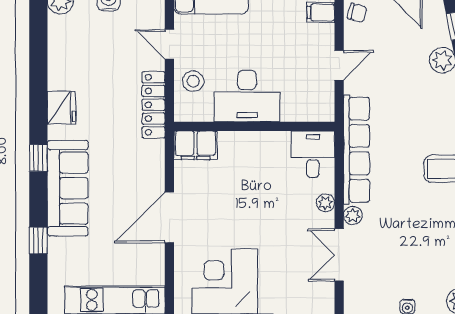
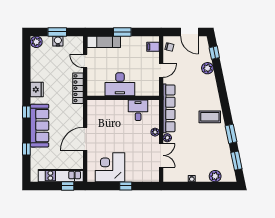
stool: (193, 81) -> (96, 78), removed
filing cabinet: (196, 145) -> (97, 106), removed
desk: (313, 154) -> (138, 110), moved
double door: (339, 255) -> (161, 155), swing flipped

